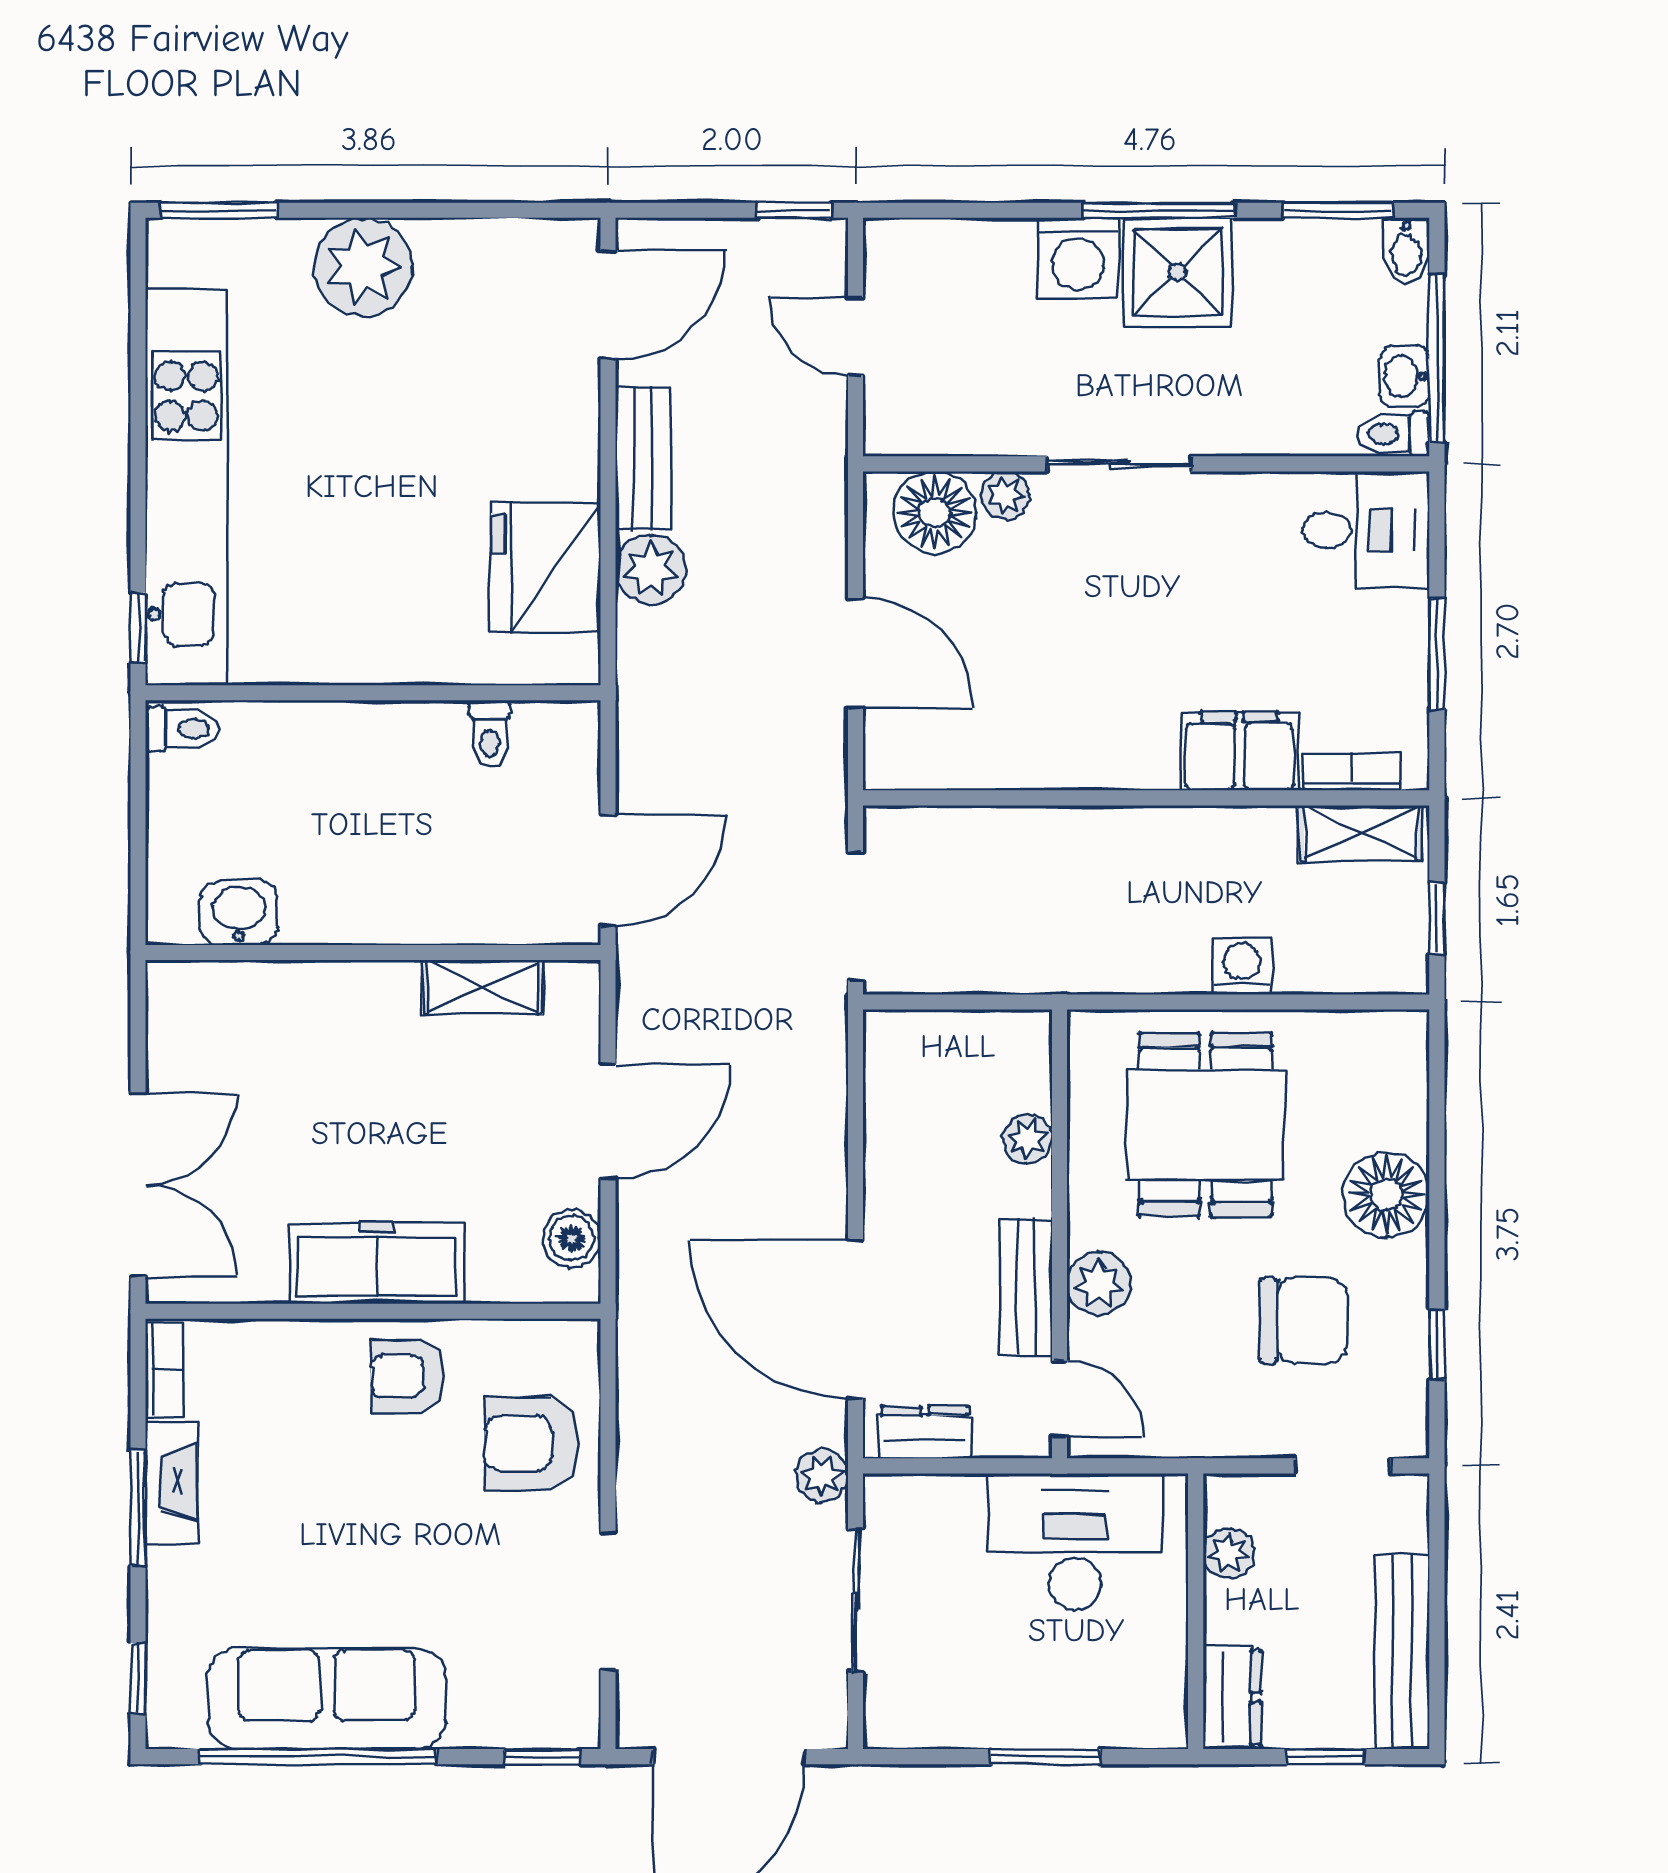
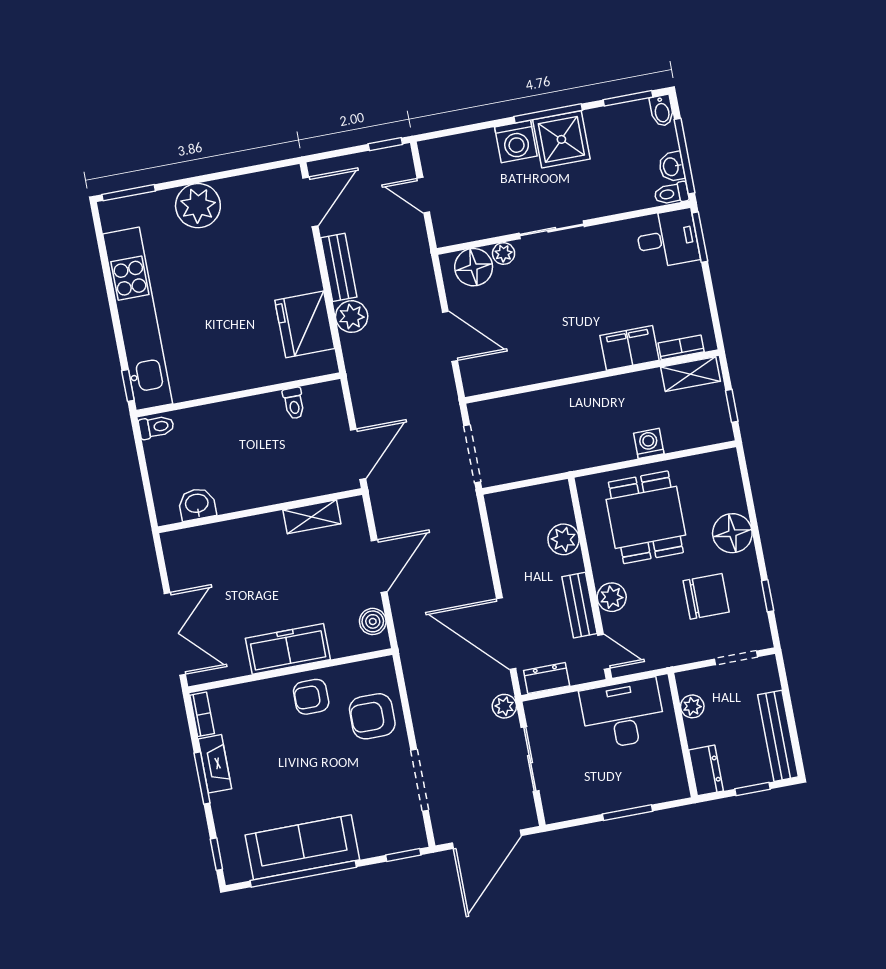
window: (1437, 654) -> (700, 237), moved
plant: (1027, 1139) -> (564, 539), width x1.38, depth x1.38

